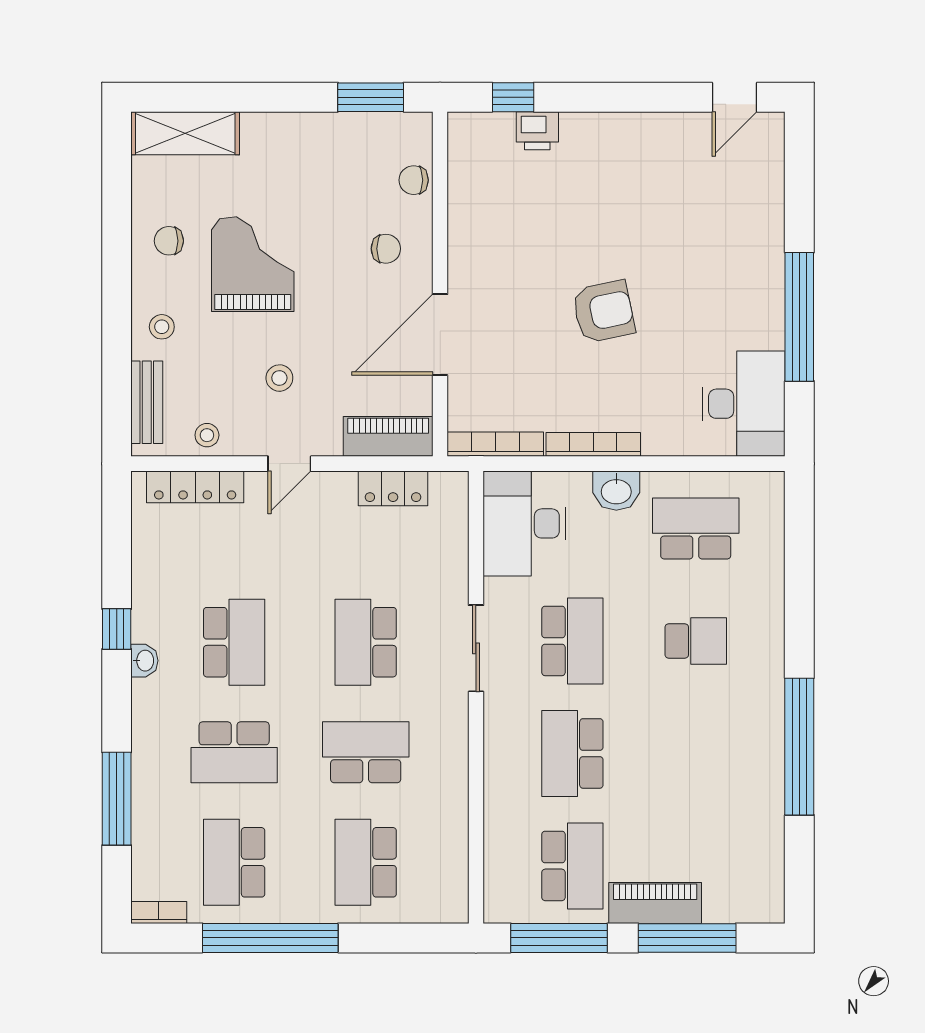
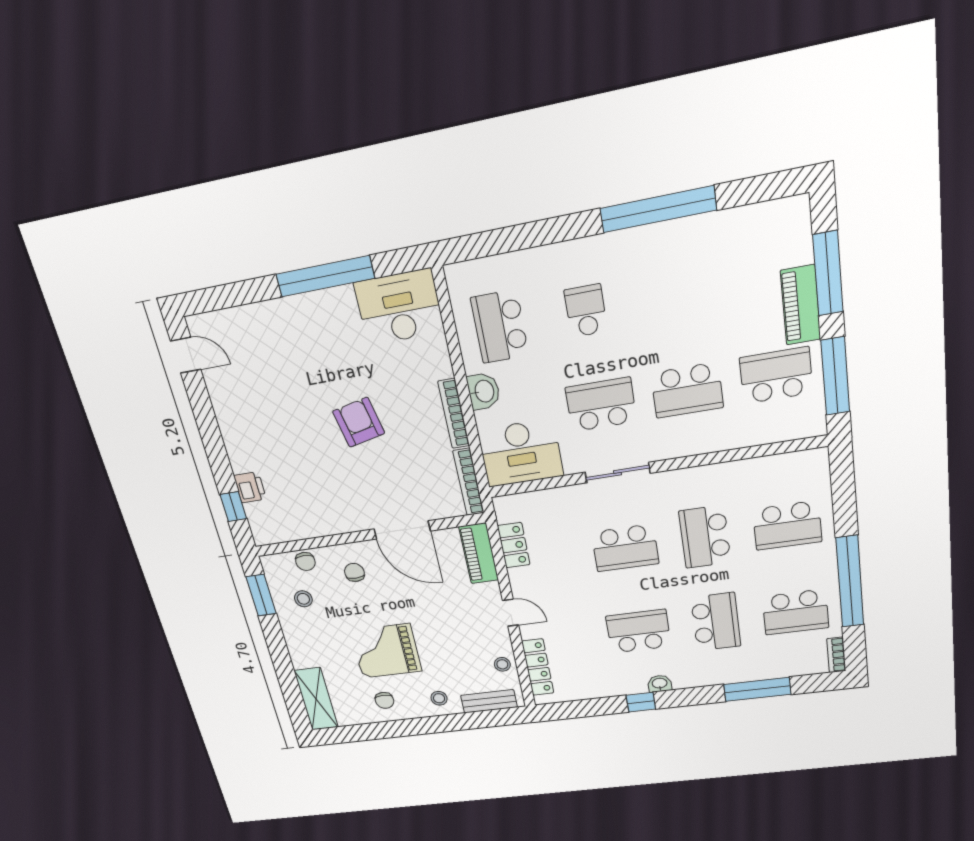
stool: (279, 378) -> (303, 599), moved

